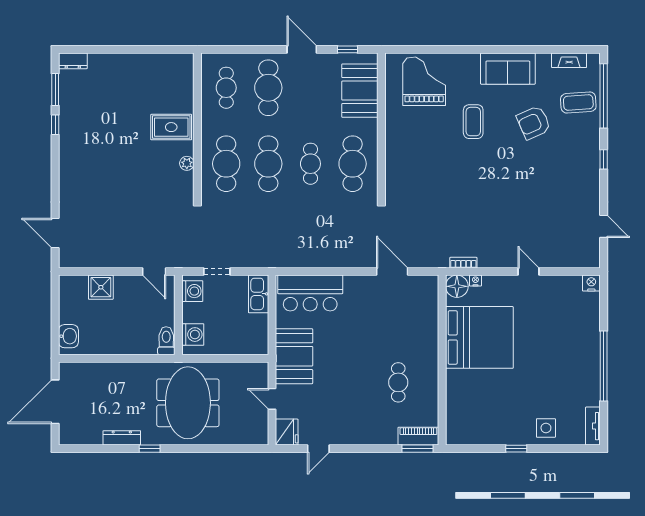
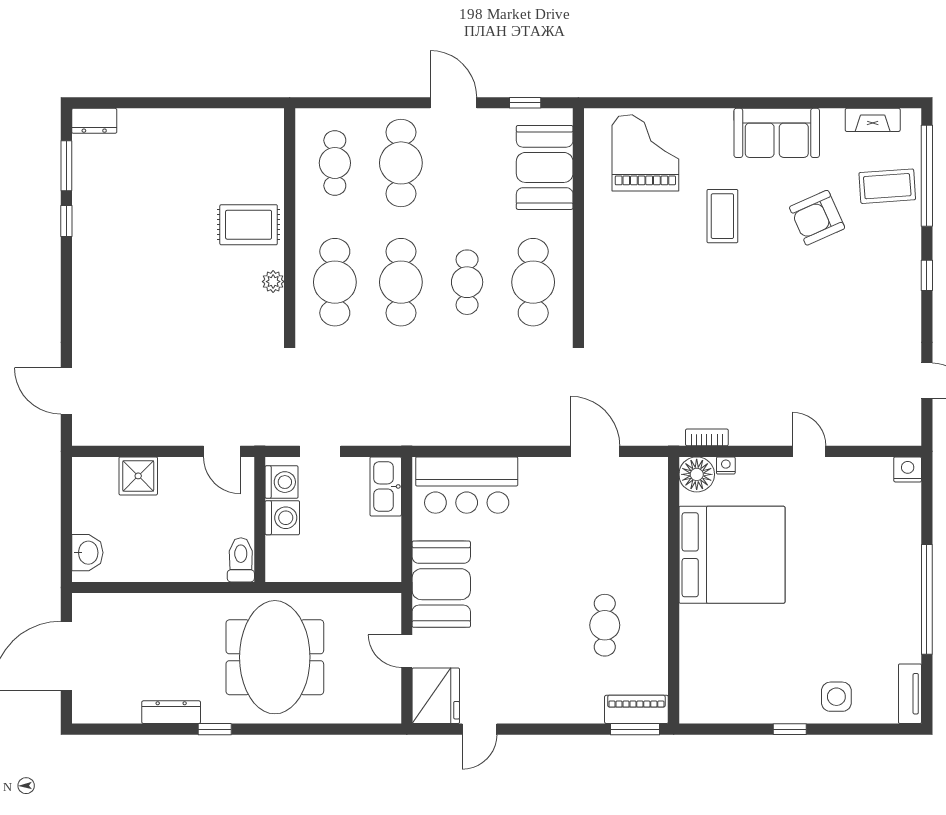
washing machine: (193, 335) -> (282, 518), moved
fridge: (287, 432) -> (436, 696), width x1.36, depth x1.34

